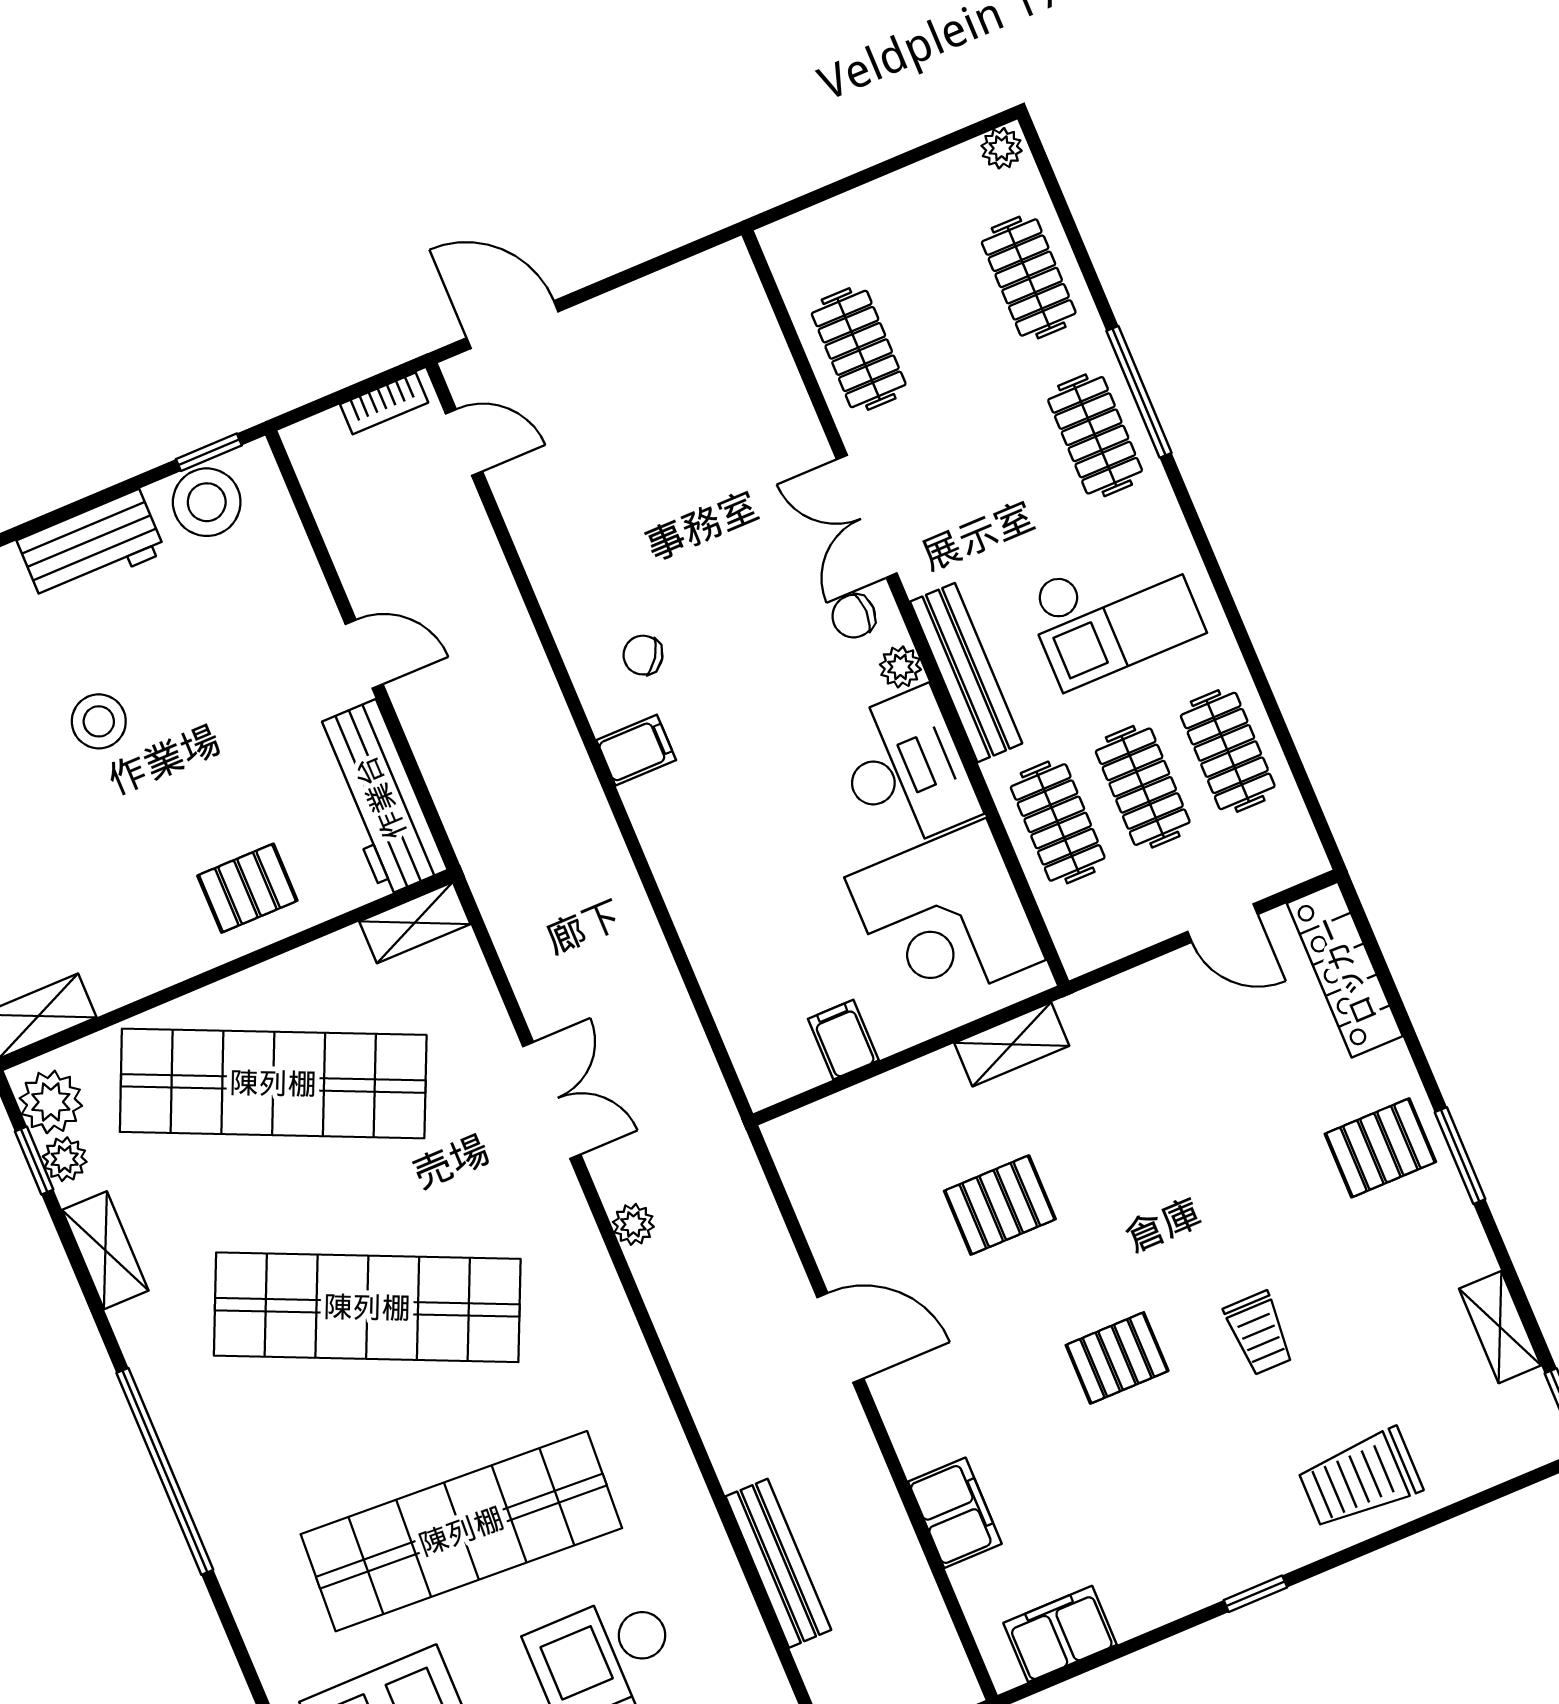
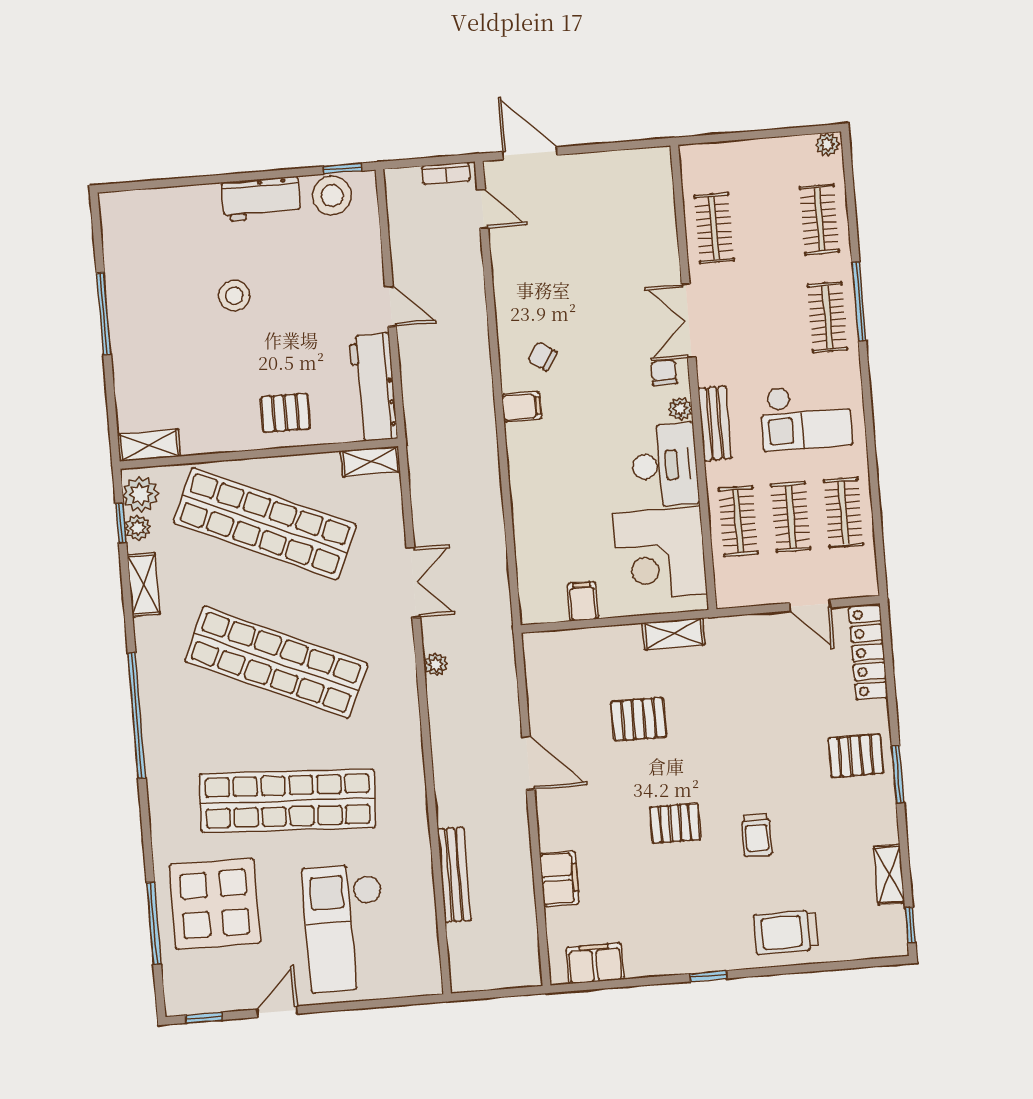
chair: (854, 616) -> (664, 373), turned 90
bench: (966, 673) -> (715, 423), width x0.73

